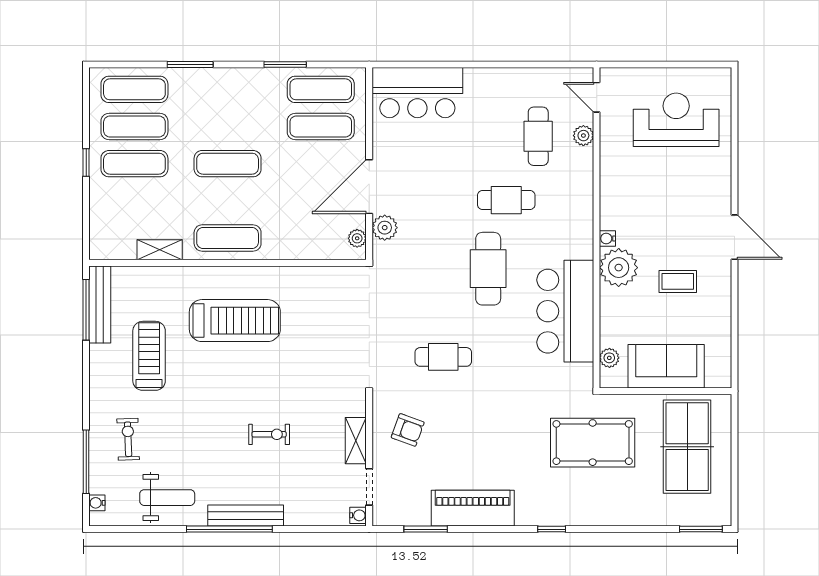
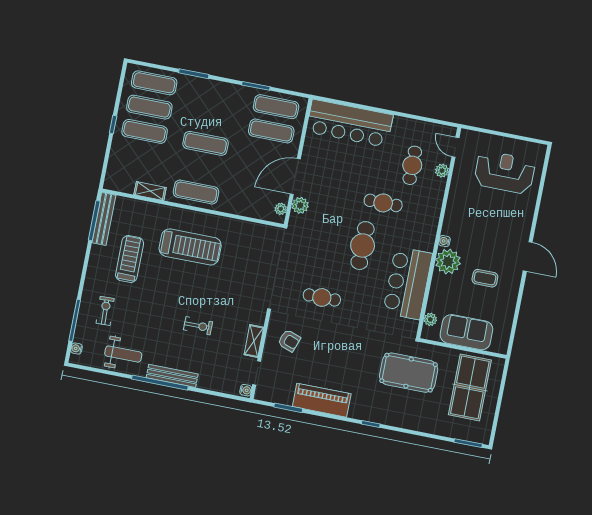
bar counter: (417, 93) -> (350, 123), width x1.36

